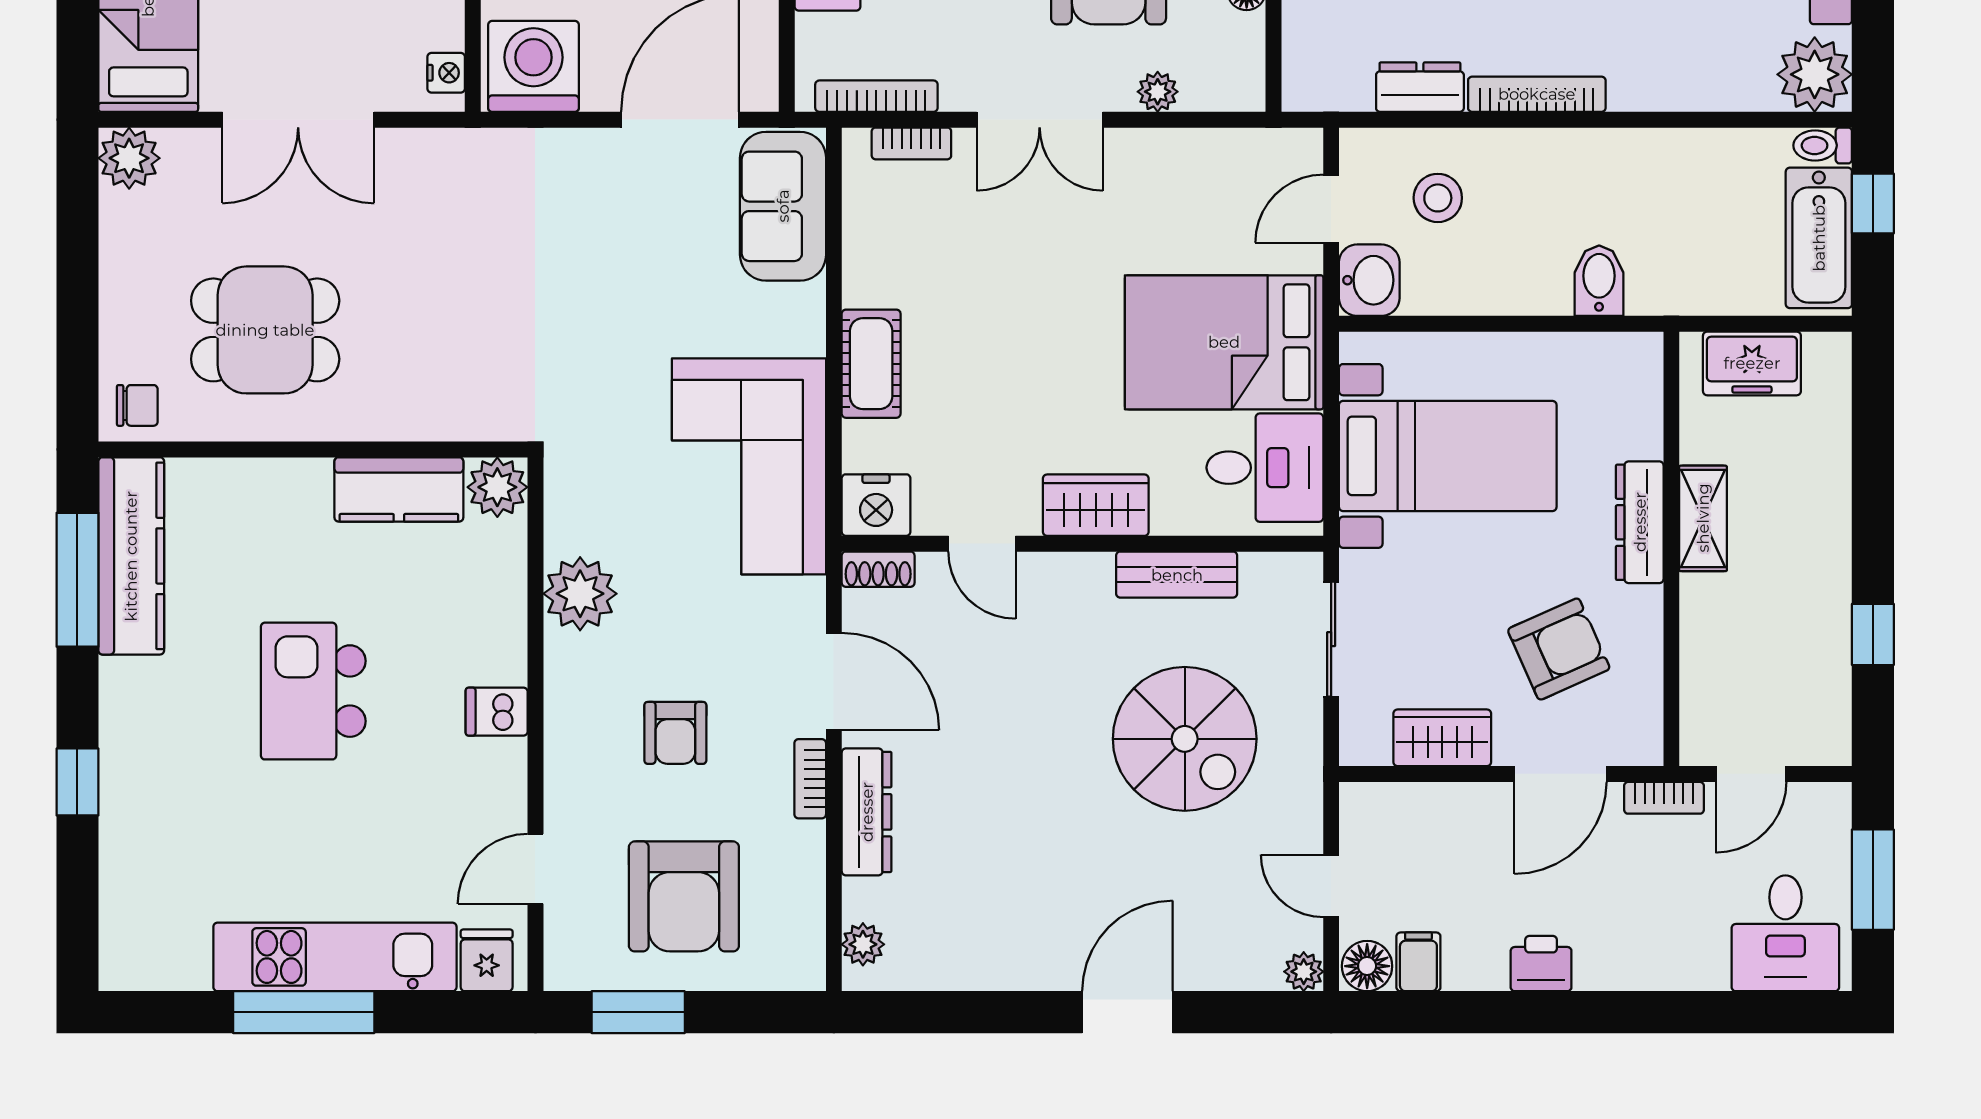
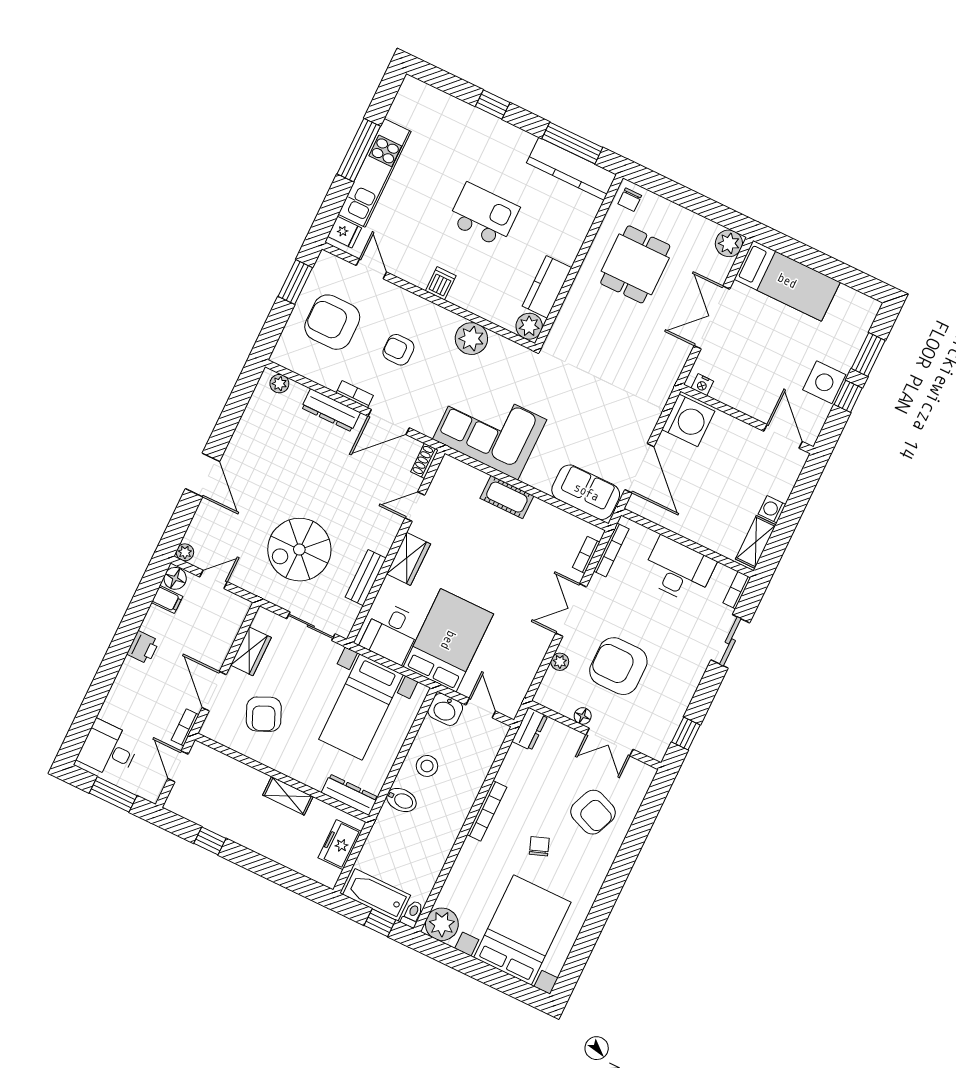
dresser: (1420, 87) -> (530, 729), moved
stool: (1438, 198) -> (427, 766), moved
nightstand: (876, 505) -> (450, 472), removed
dresser: (1640, 522) -> (350, 795), moved

